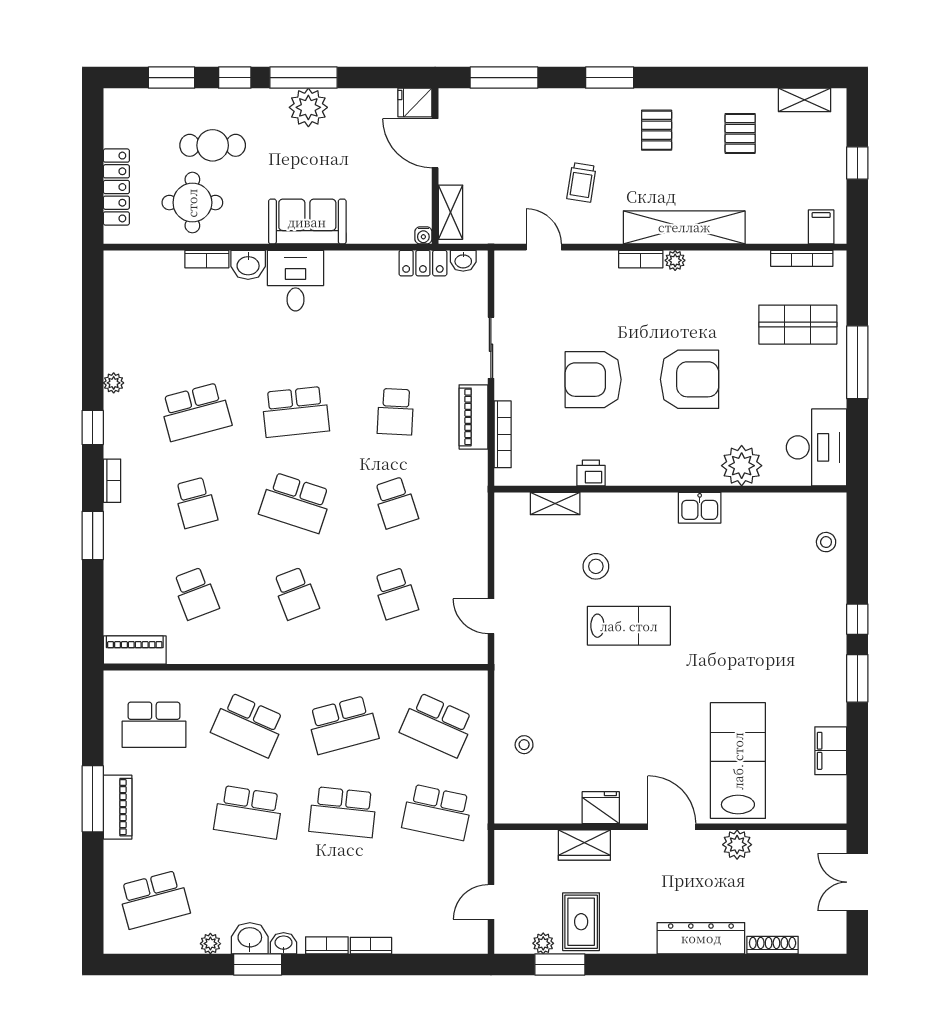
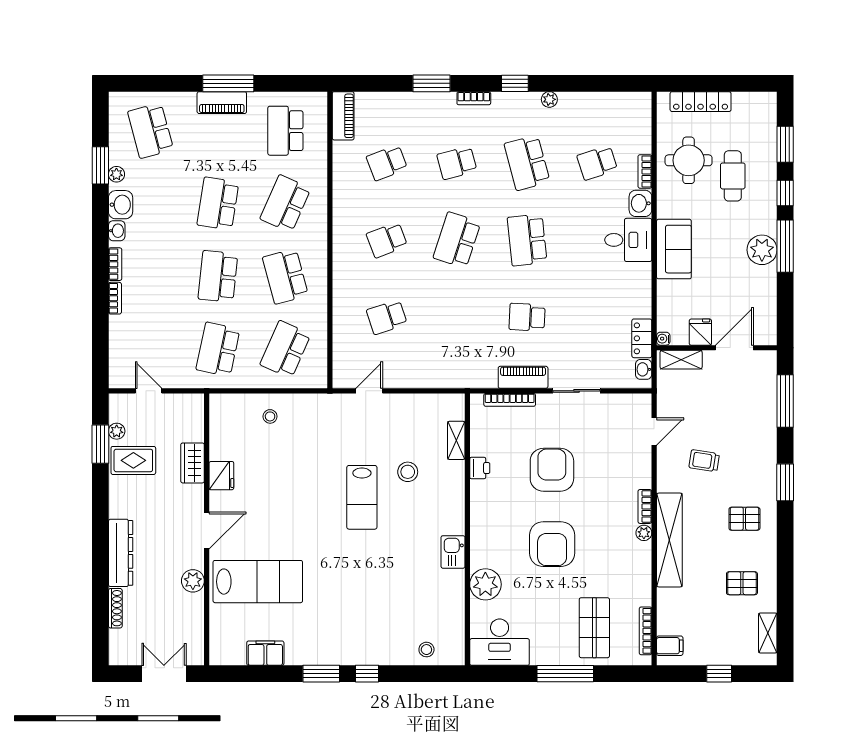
fridge: (415, 103) -> (700, 332), moved
school desk: (396, 503) -> (597, 163), moved
window: (258, 964) -> (100, 165), moved

